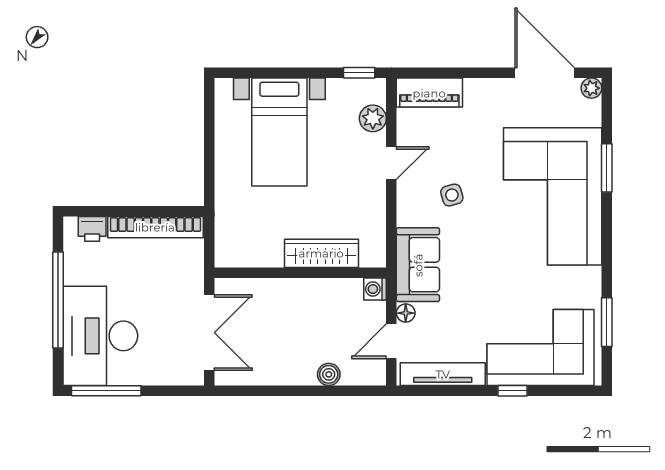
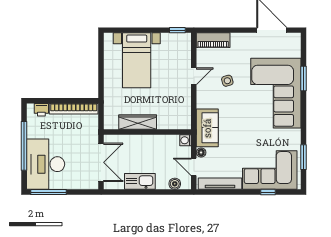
plant: (591, 88) -> (296, 38), removed
plant: (373, 118) -> (184, 53), removed
side table: (452, 195) -> (227, 81), moved
wardrobe: (321, 253) -> (138, 122), moved
door: (391, 341) -> (194, 167), hinge flipped
kitchen sink: (286, 370) -> (140, 181), added
boiler: (329, 374) -> (175, 184), moved
window: (513, 391) -> (268, 192), moved

